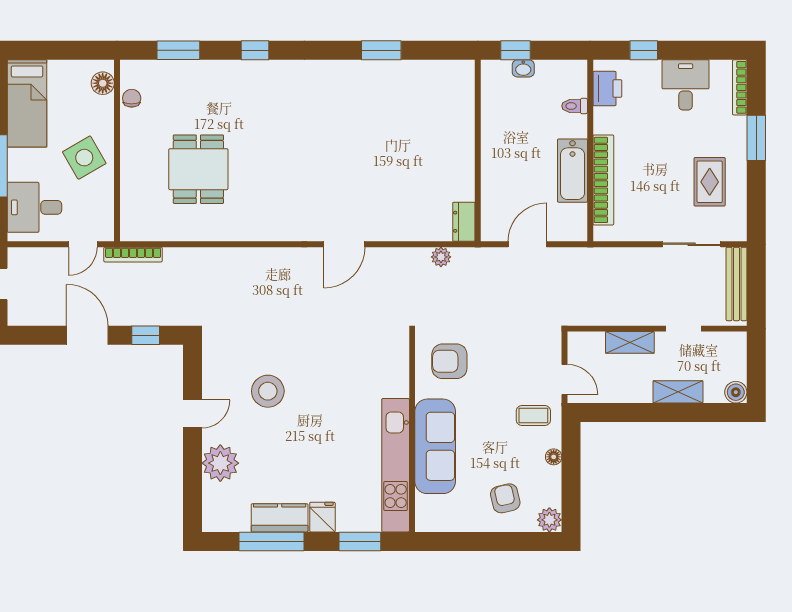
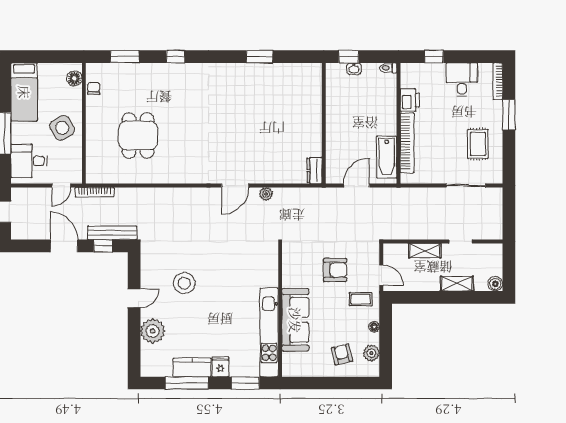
printer: (607, 89) -> (410, 100), moved
toilet: (575, 106) -> (388, 68), moved
bathtub: (572, 171) -> (387, 157), moved
plant: (441, 257) -> (266, 194), moved
bench: (736, 284) -> (112, 233), moved, turned 90
armchair: (449, 361) -> (335, 270), moved, turned 180
plant: (549, 520) -> (371, 353), moved

